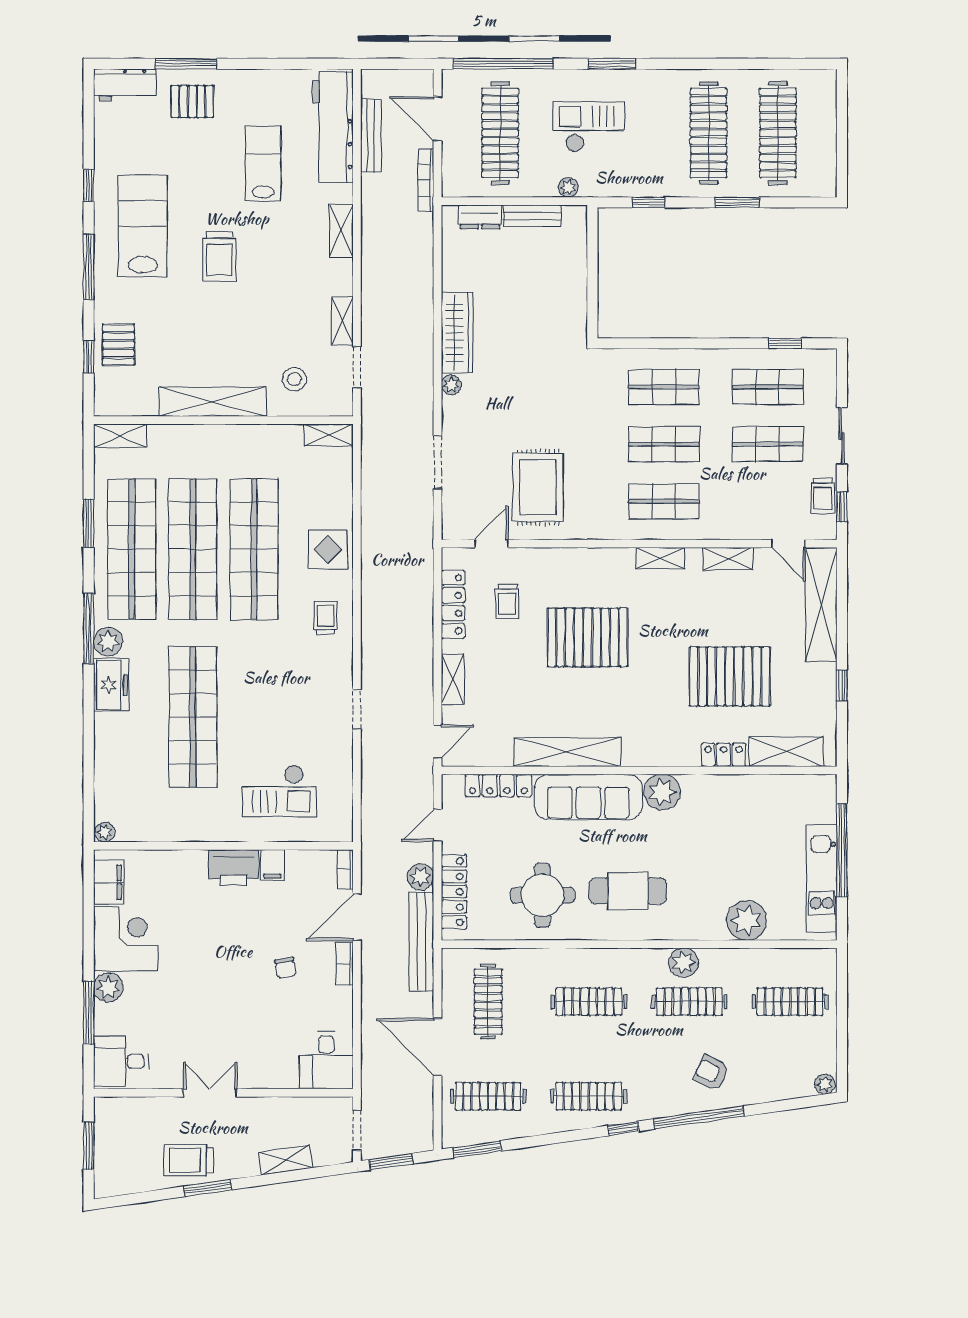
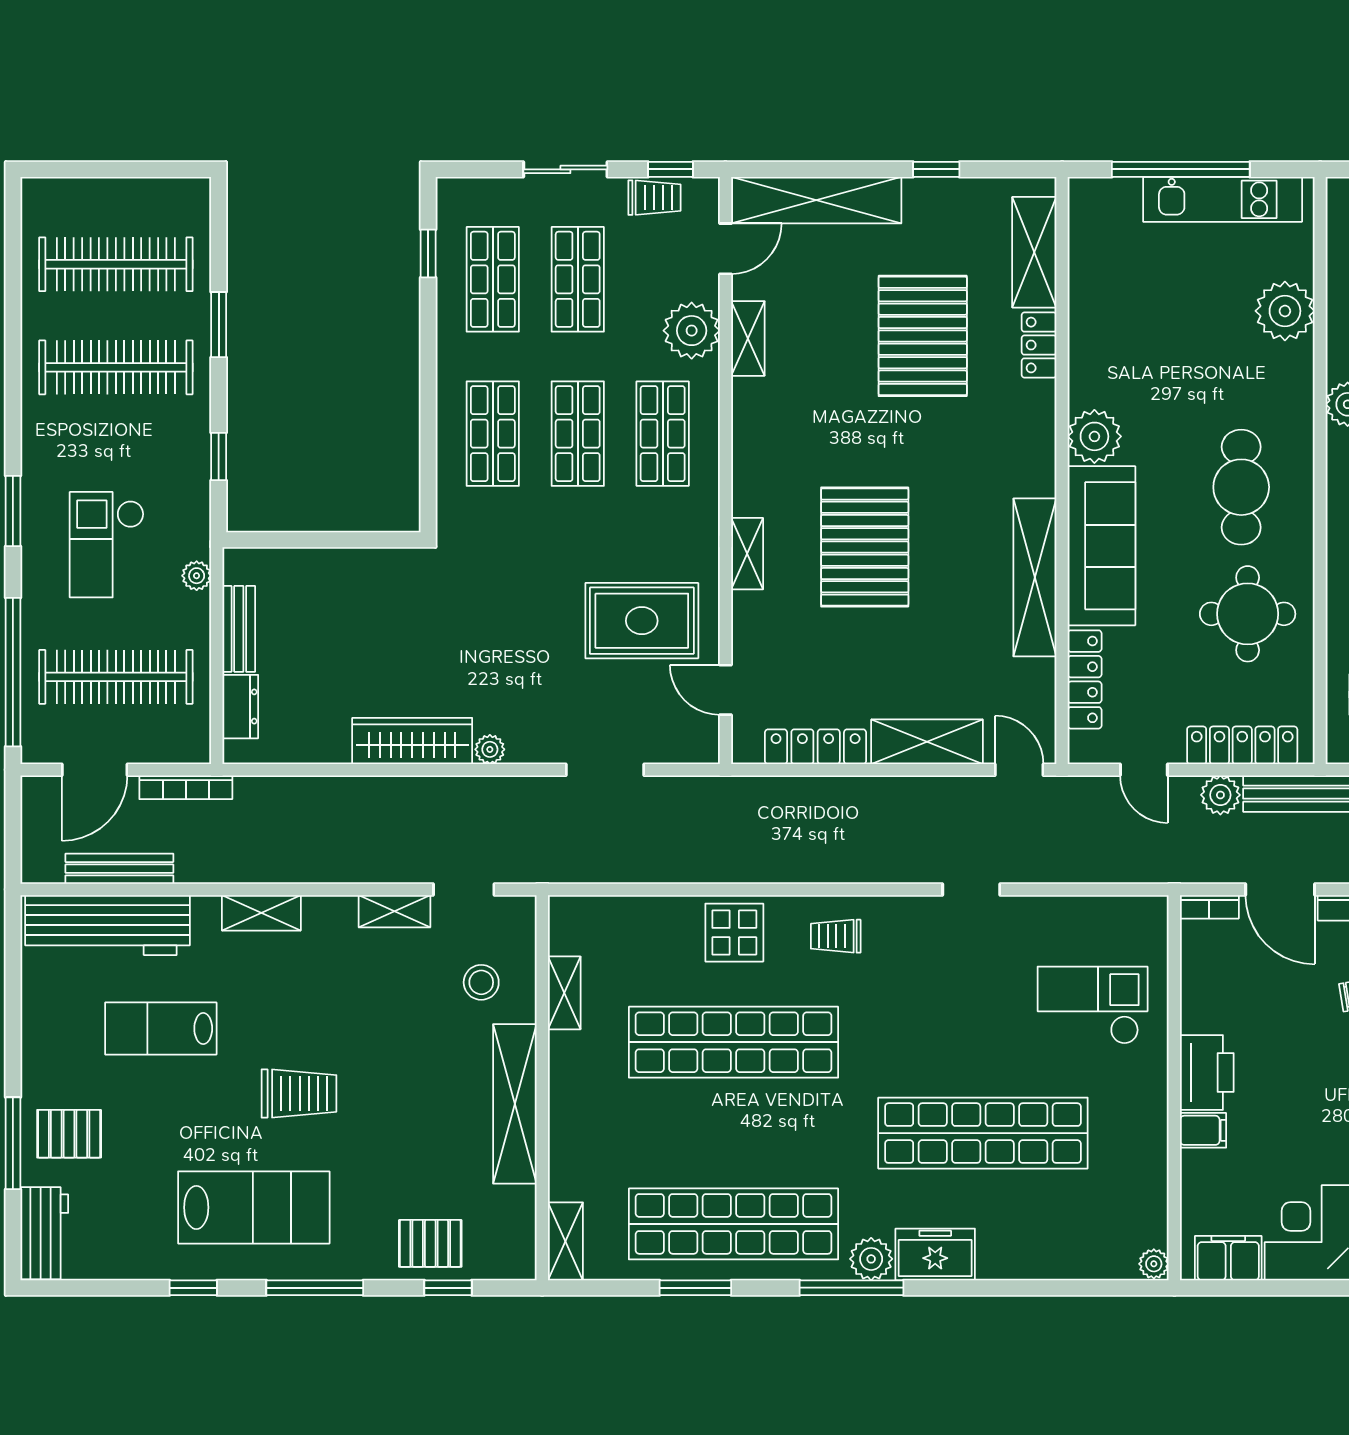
pallet: (192, 102) -> (69, 1134), turned 90
lab bench: (143, 226) -> (254, 1207), turned 180
shelving: (329, 435) -> (564, 993), moved
plant: (733, 521) -> (692, 331), added
shop shelf: (193, 549) -> (734, 1133), removed
shelving: (660, 558) -> (747, 554), moved
trolley: (507, 601) -> (811, 667), removed
shelving: (453, 679) -> (927, 742), width x1.50, depth x1.33
checkout: (279, 791) -> (1093, 1005), turned -90
filing cabinet: (273, 865) -> (1203, 1130), moved

